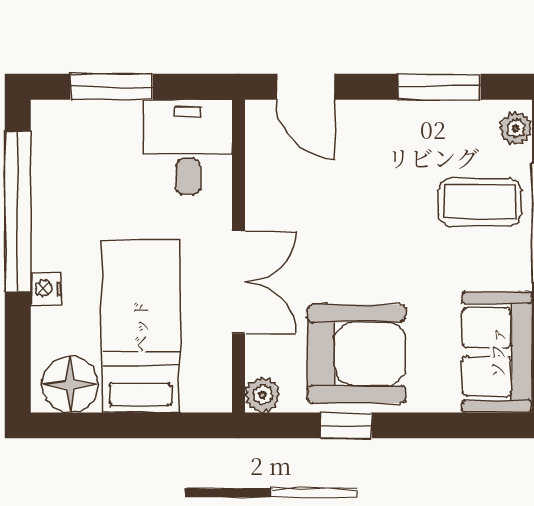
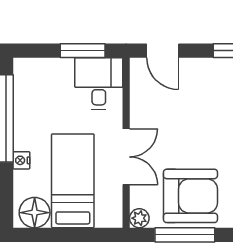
window: (112, 87) -> (83, 51), moved
window: (346, 425) -> (185, 235), width x2.17

